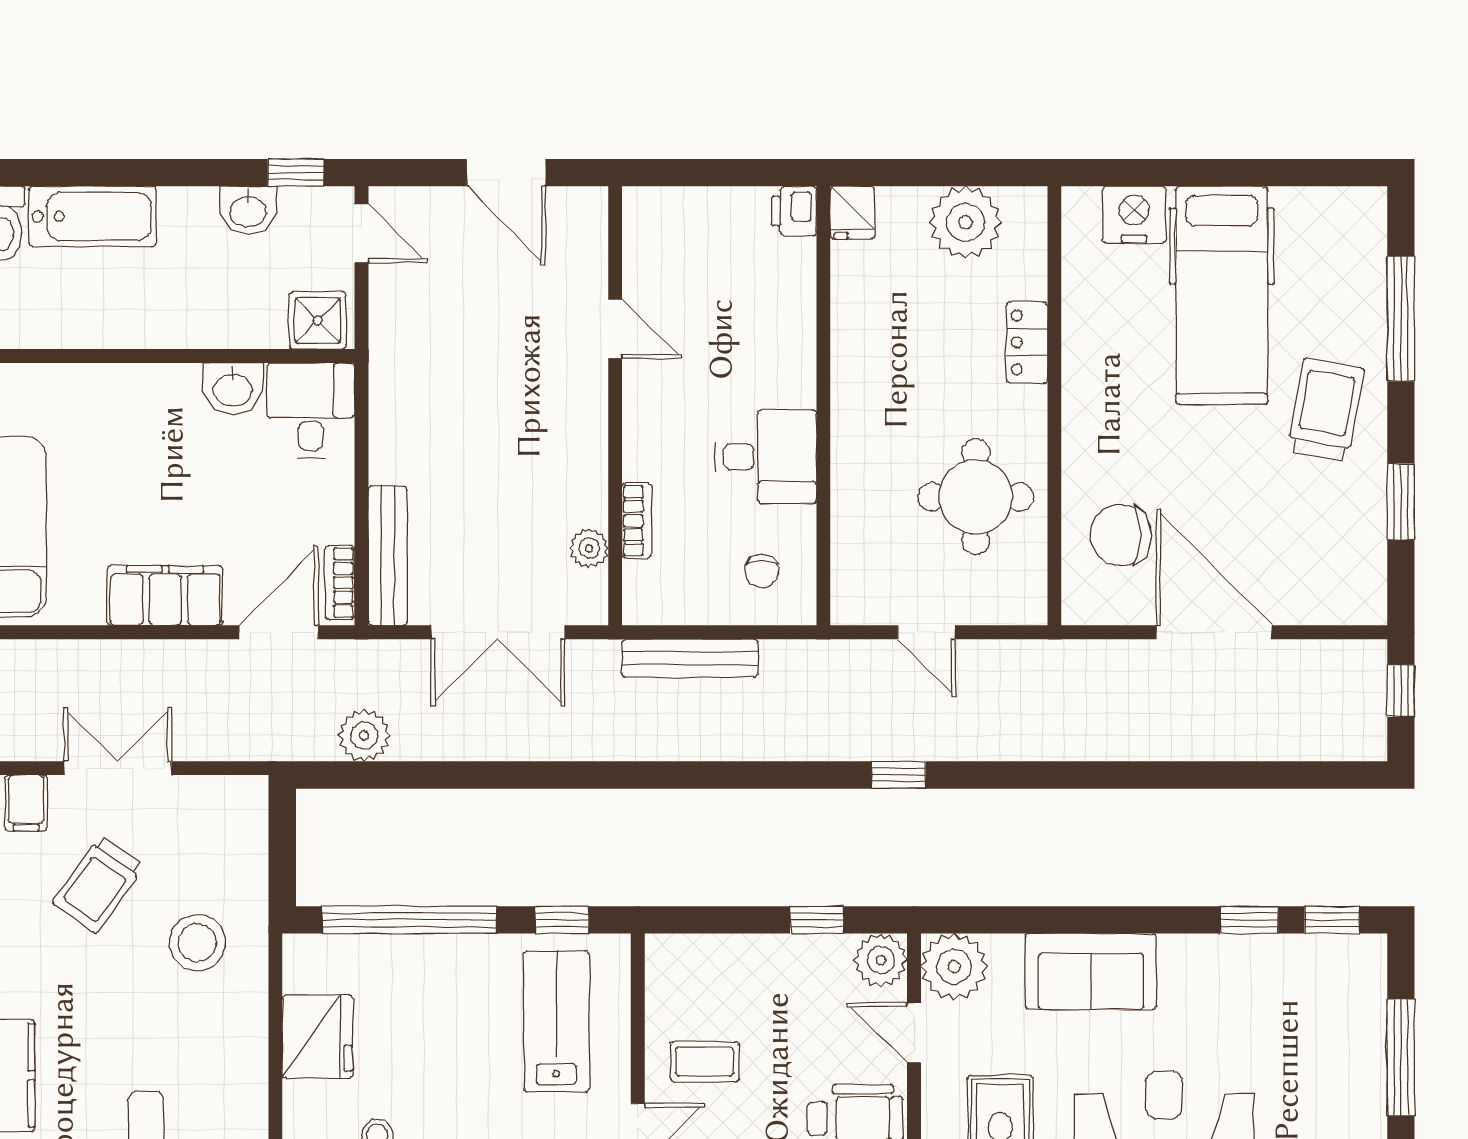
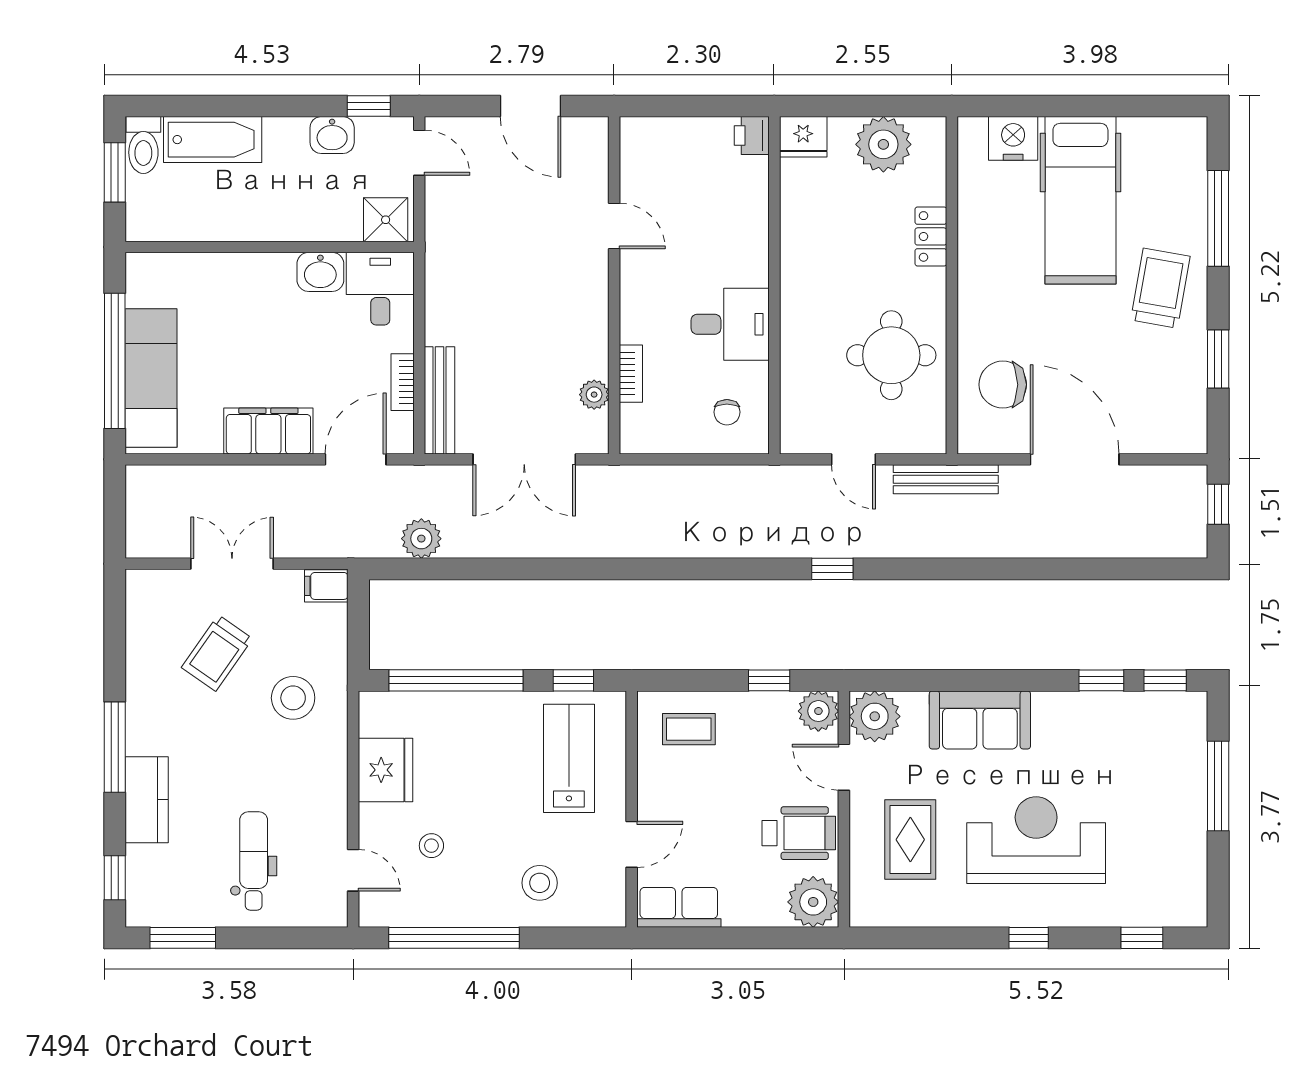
fridge: (852, 213) -> (803, 137), width x1.38
bookcase: (340, 583) -> (403, 382), moved
bench: (690, 658) -> (946, 479), moved
filing cabinet: (26, 803) -> (326, 586), moved, turned 90
coffee table: (705, 1062) -> (689, 729), moved

